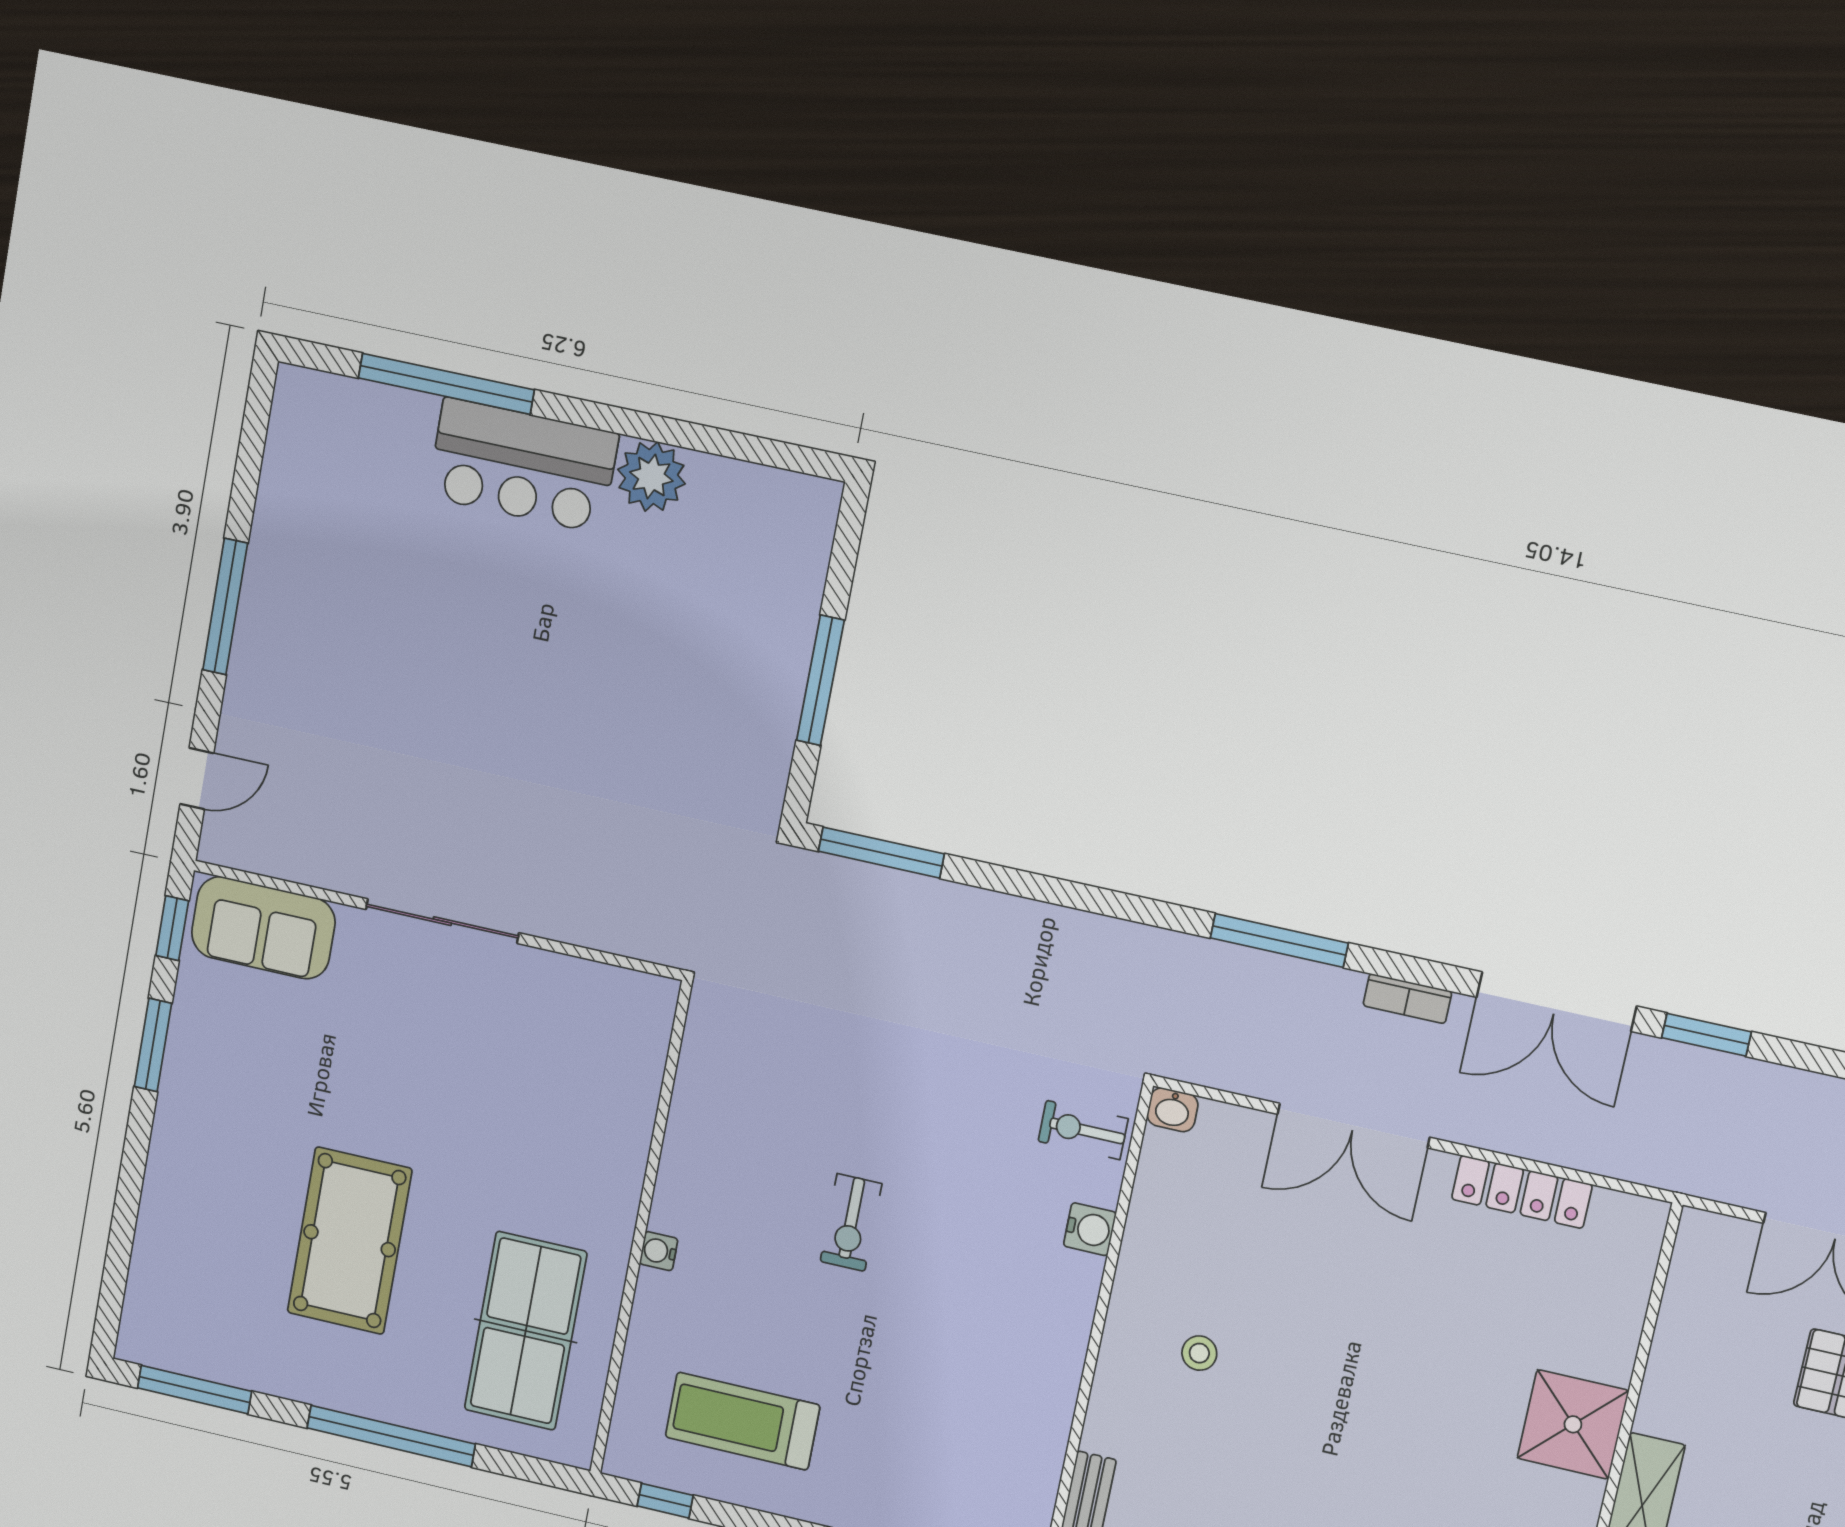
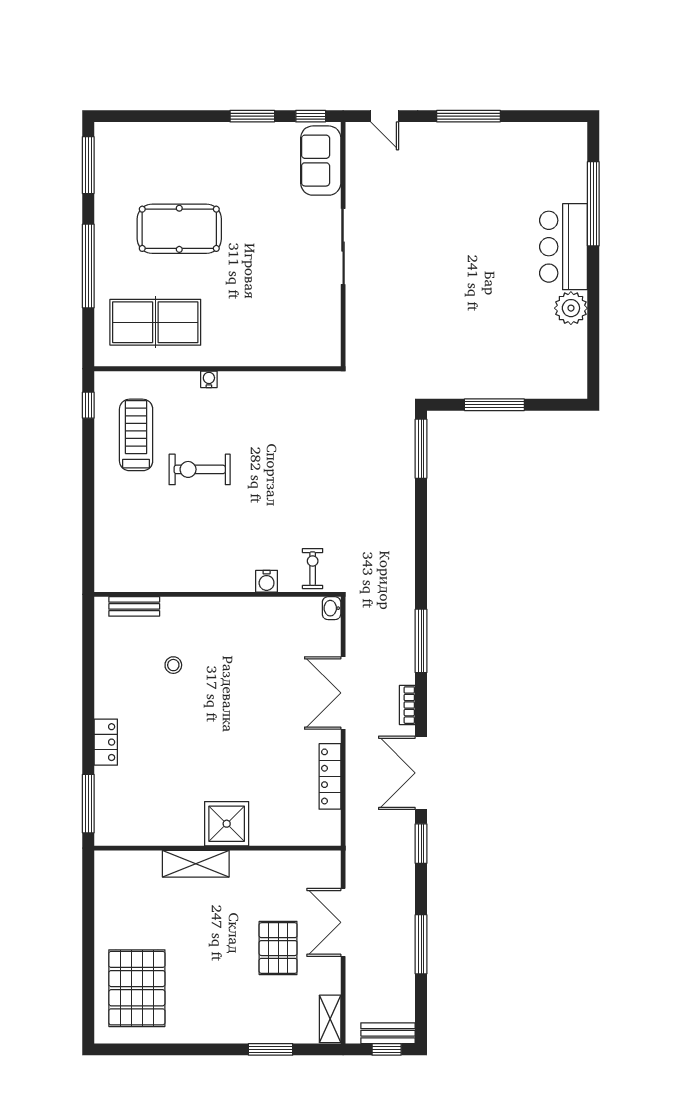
exercise bike: (851, 1223) -> (200, 469), moved, width x1.38, depth x1.39
stool: (1199, 1353) -> (173, 665), moved

